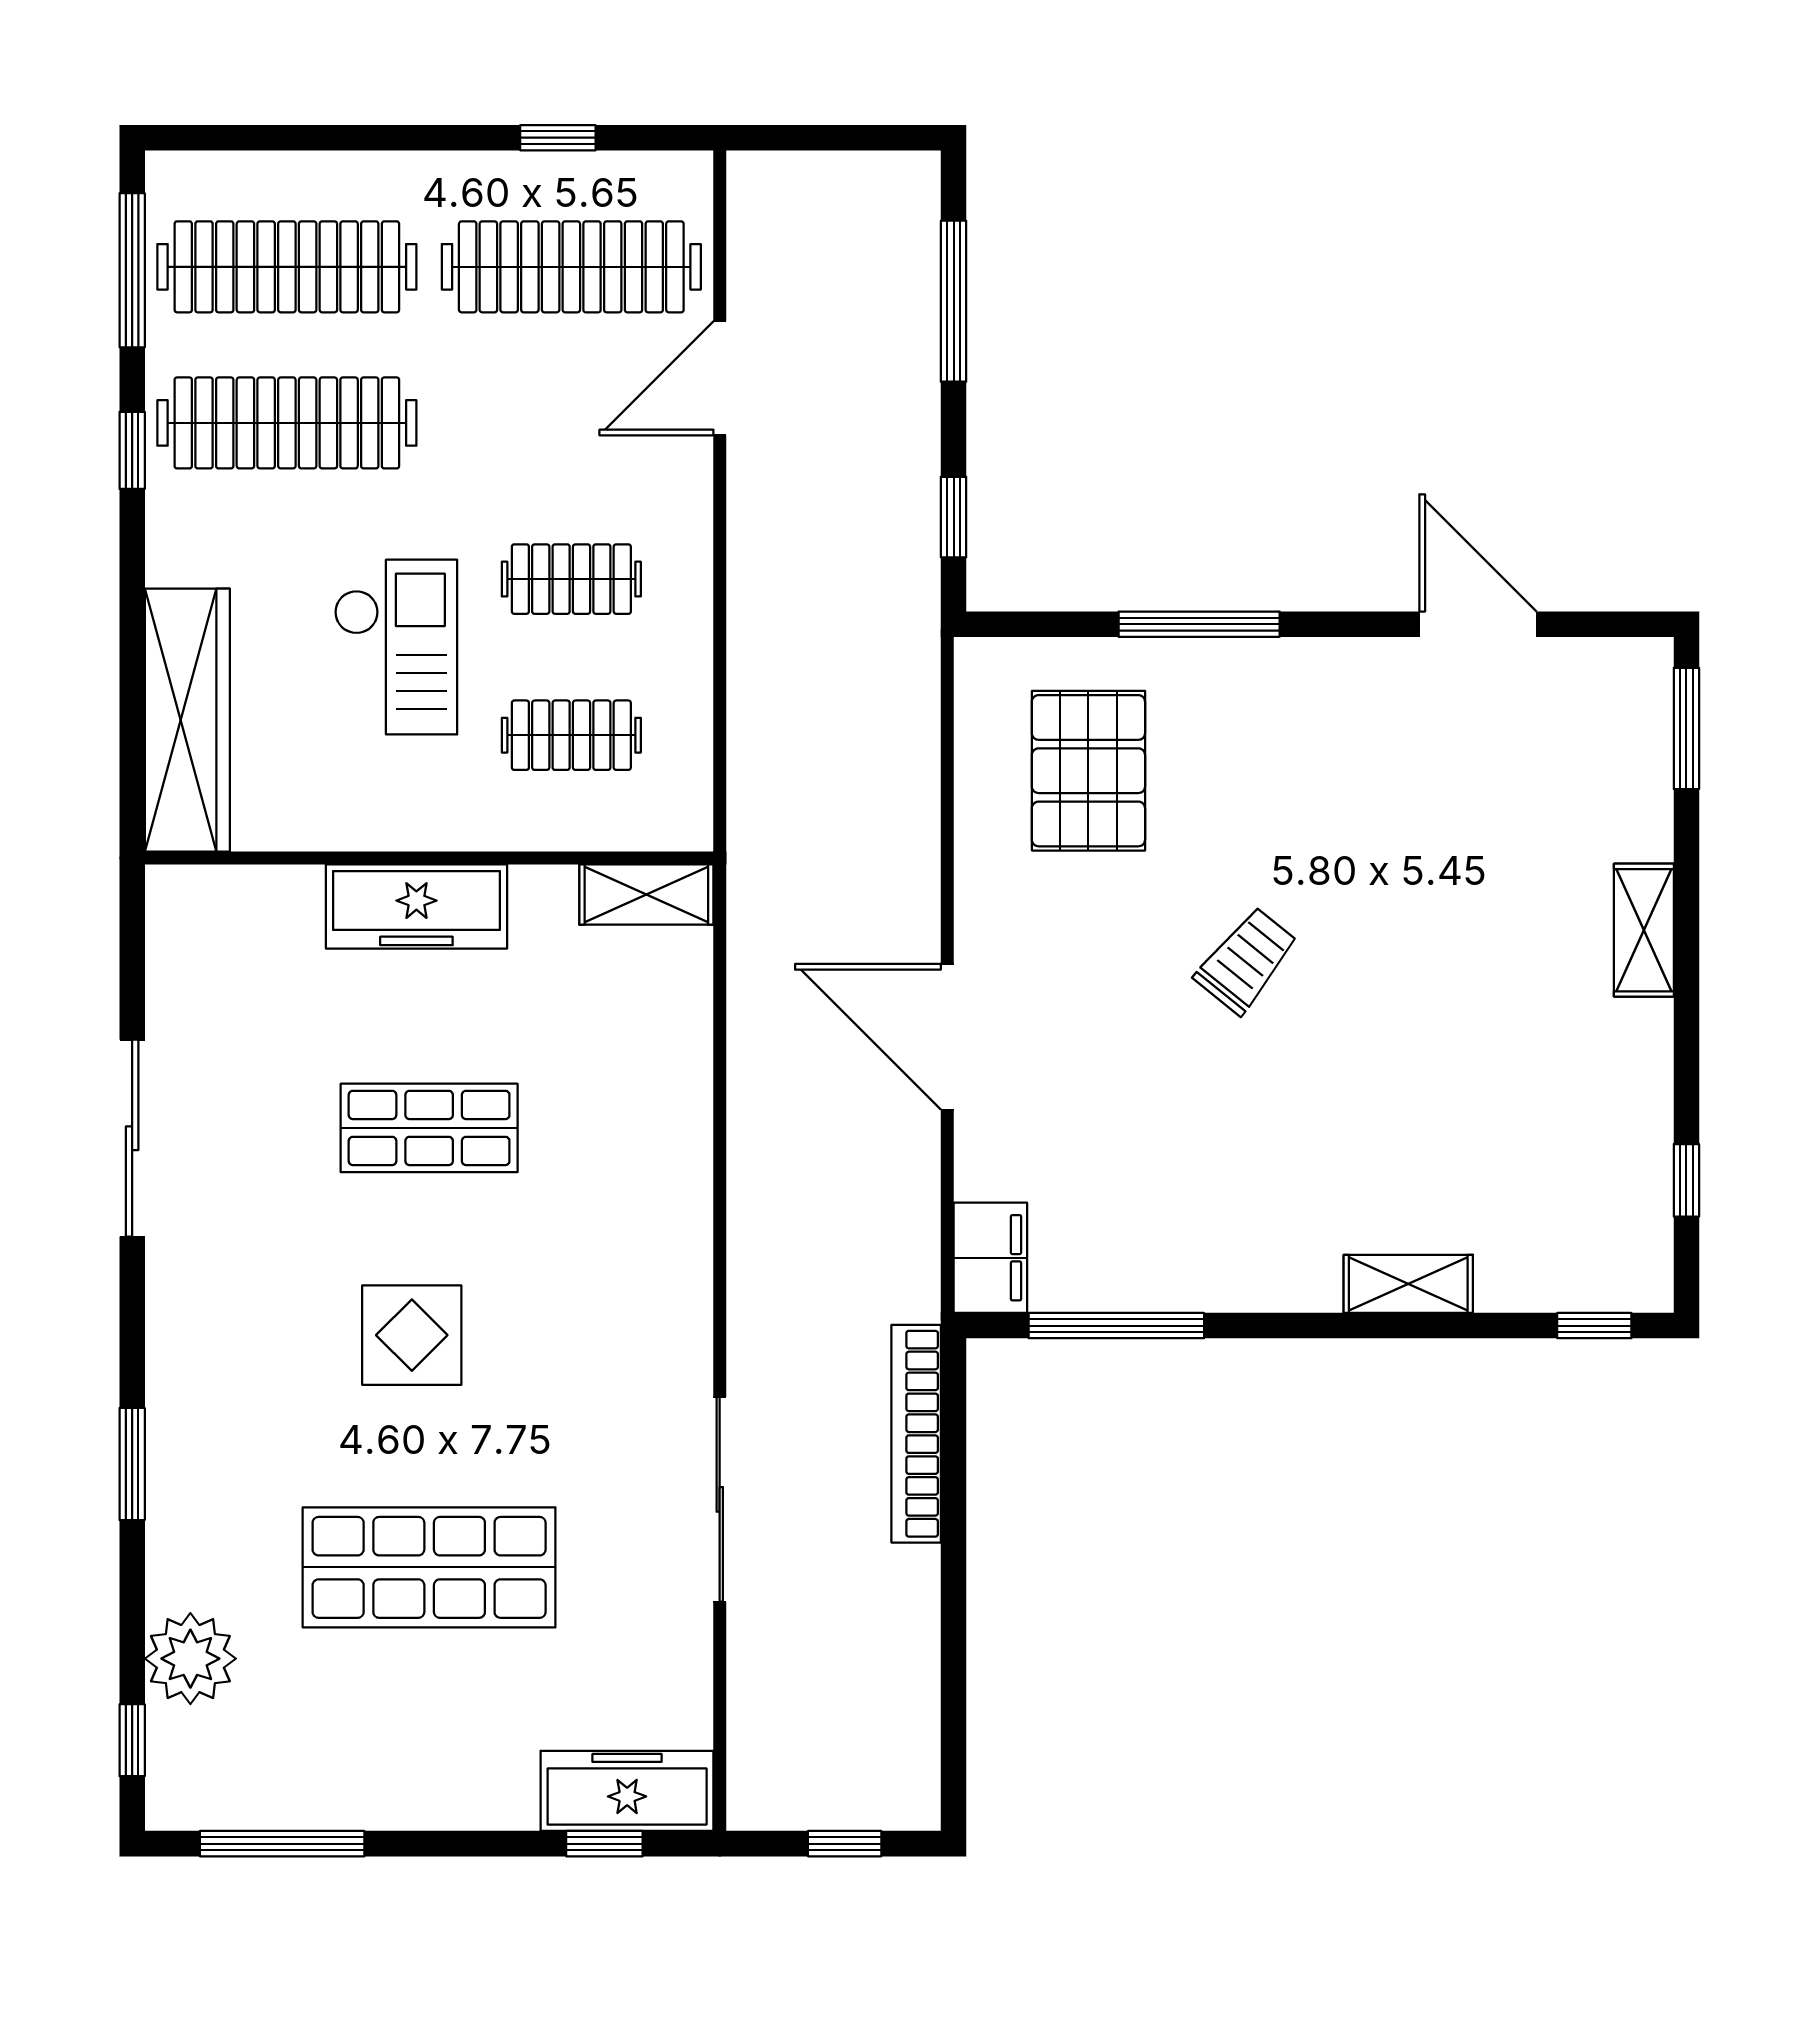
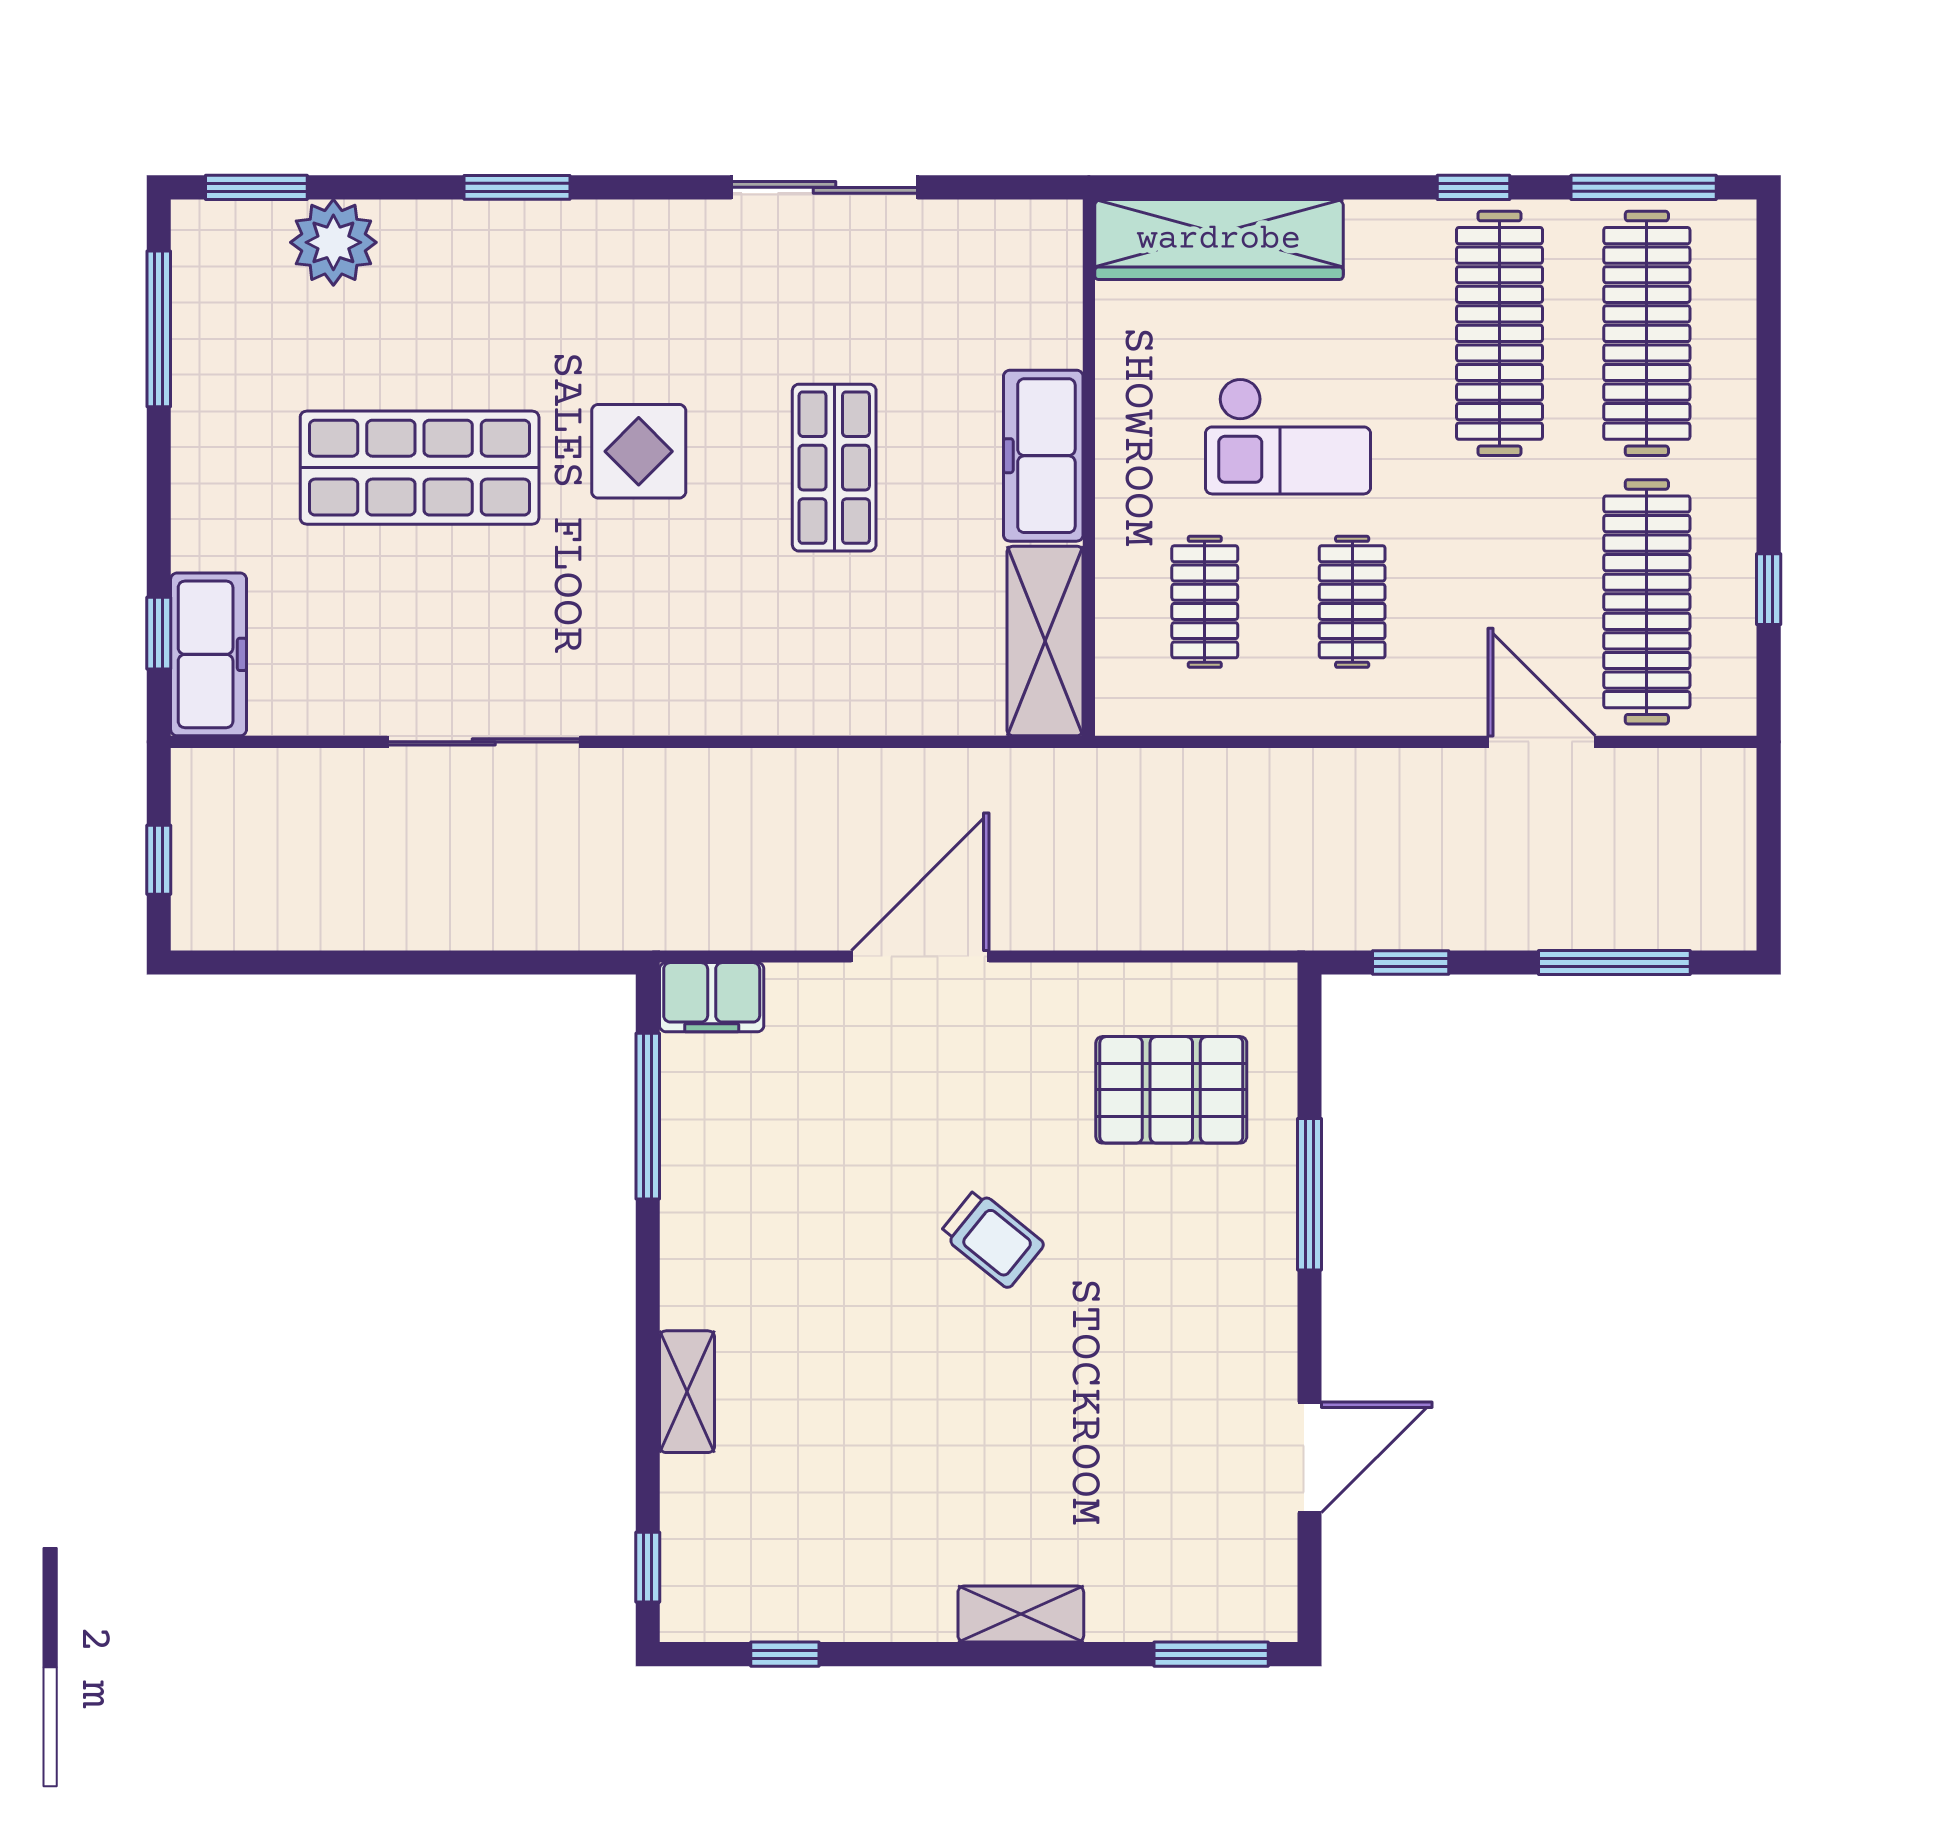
shelving: (646, 895) -> (1045, 641), width x1.50, depth x1.33
bookcase: (916, 1434) -> (546, 927), removed
shop shelf: (429, 1567) -> (420, 468), turned 90
window: (132, 1740) -> (256, 187), width x1.50

